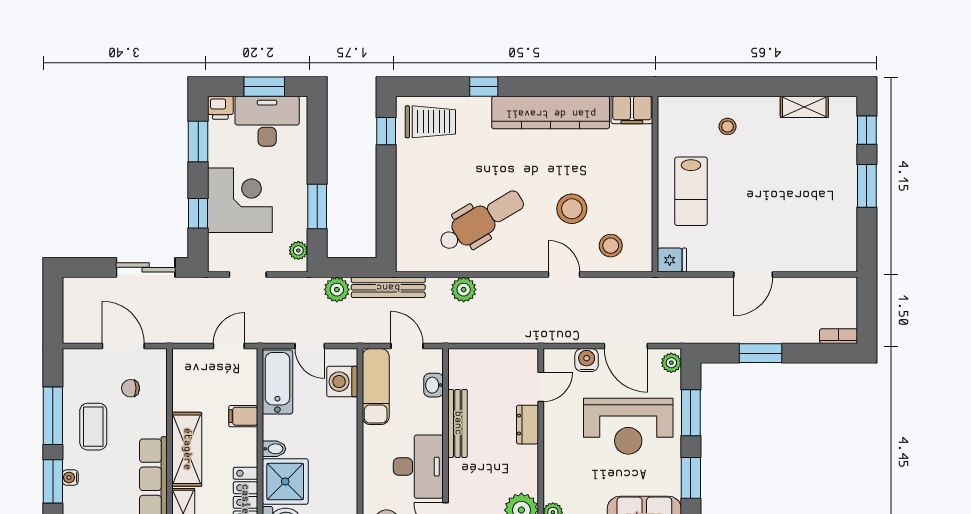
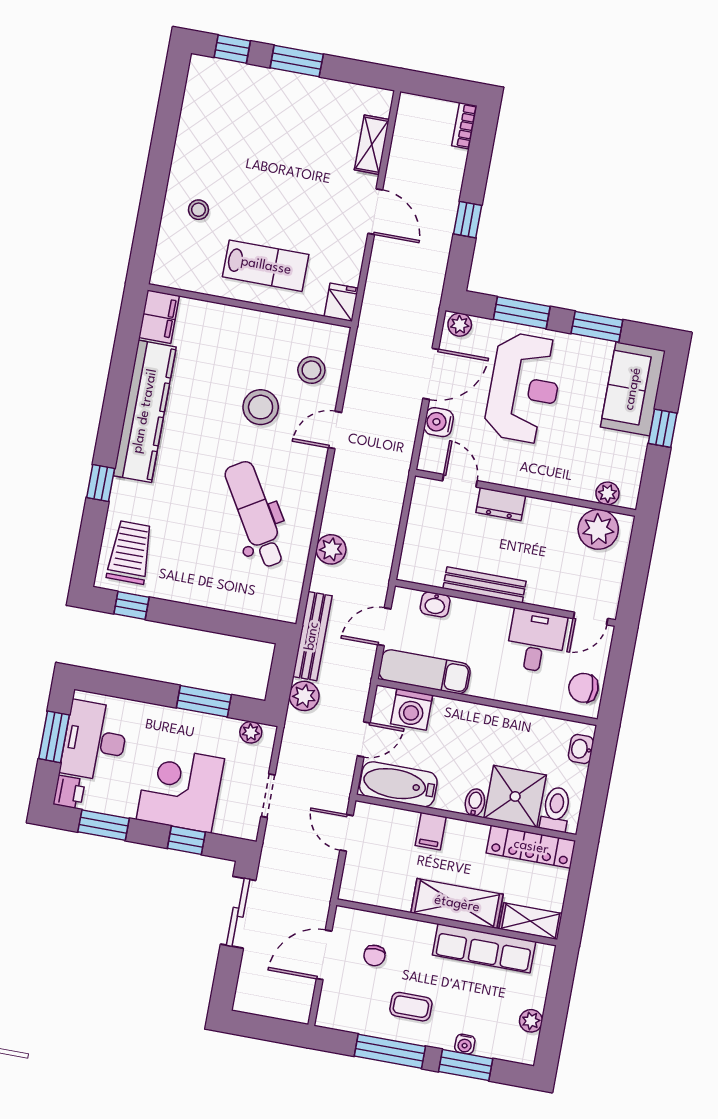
shelving: (804, 107) -> (372, 145), moved
window: (761, 353) -> (468, 220), width x0.67
coffee table: (93, 427) -> (411, 1007), width x0.73, depth x0.77
desk: (418, 467) -> (536, 641), width x0.73

